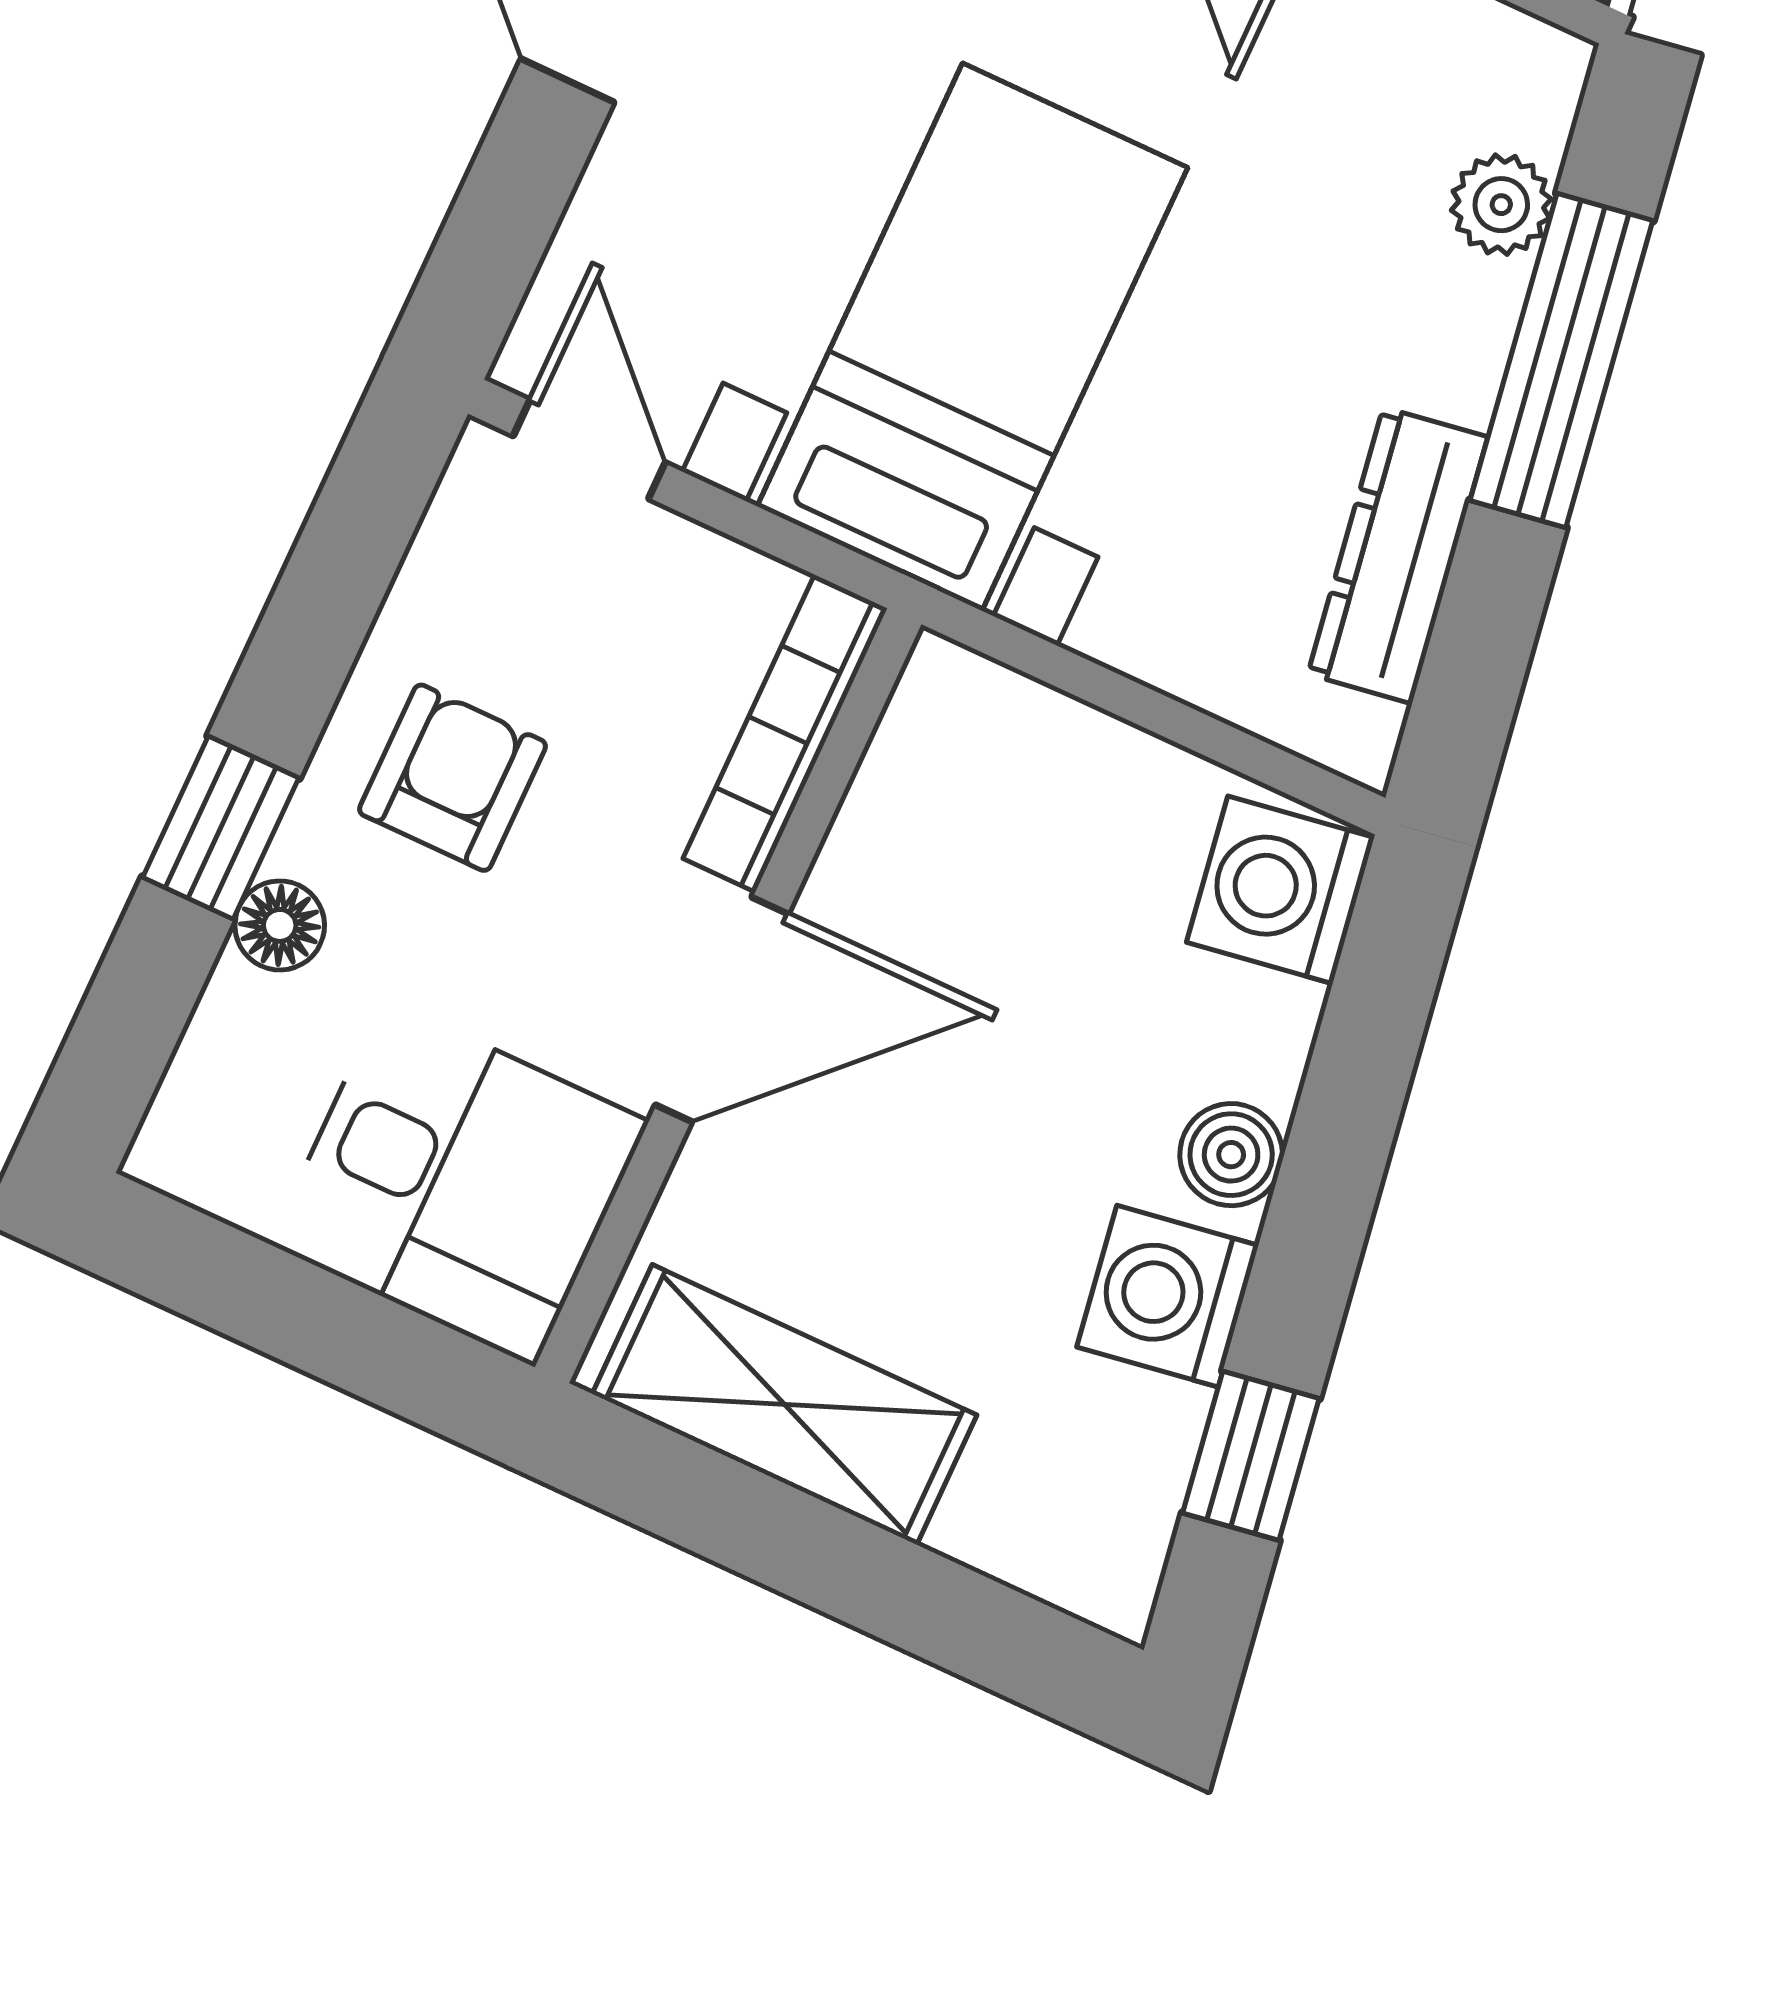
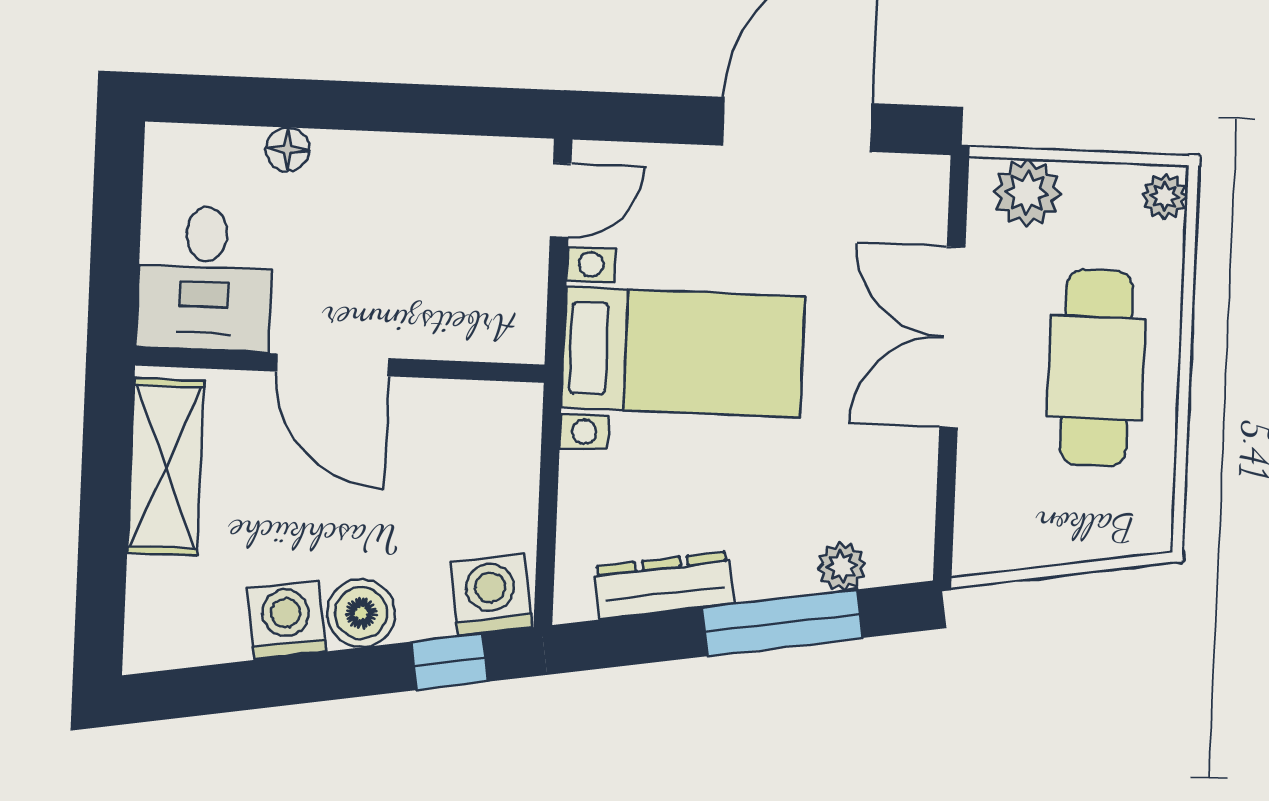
bookcase: (785, 733) -> (469, 342), removed
armchair: (453, 778) -> (387, 200), removed
window: (221, 828) -> (321, 104), removed
boiler: (1231, 1155) -> (361, 613), width x1.36, depth x1.36
window: (1251, 1456) -> (449, 662), moved

